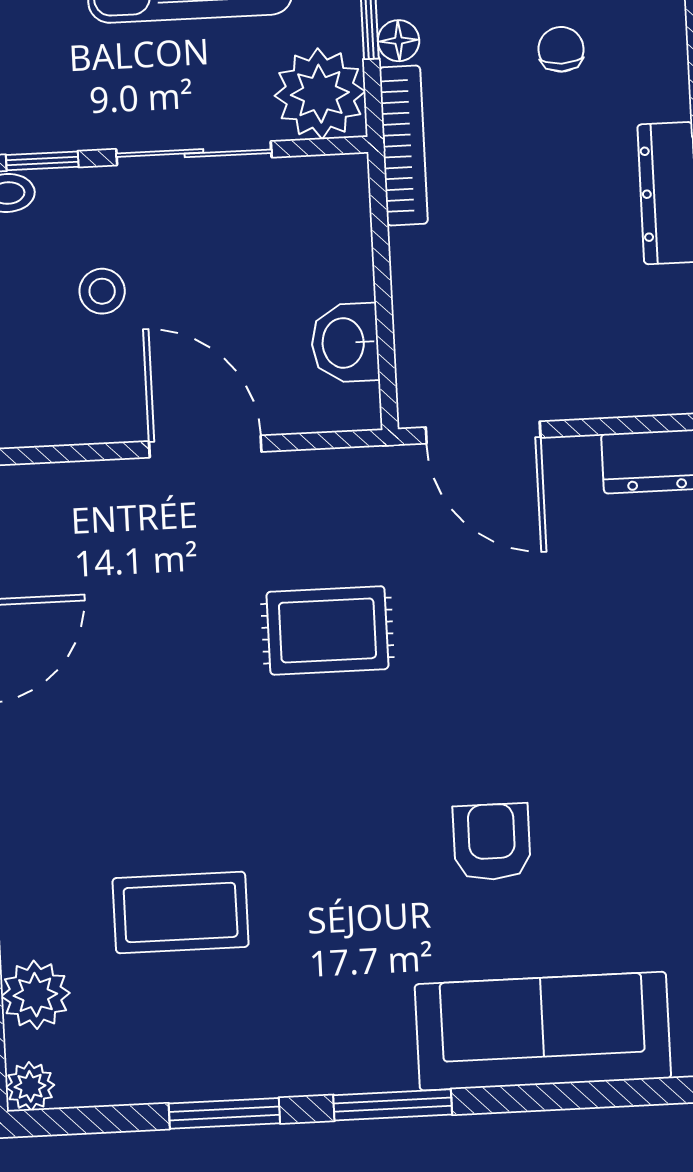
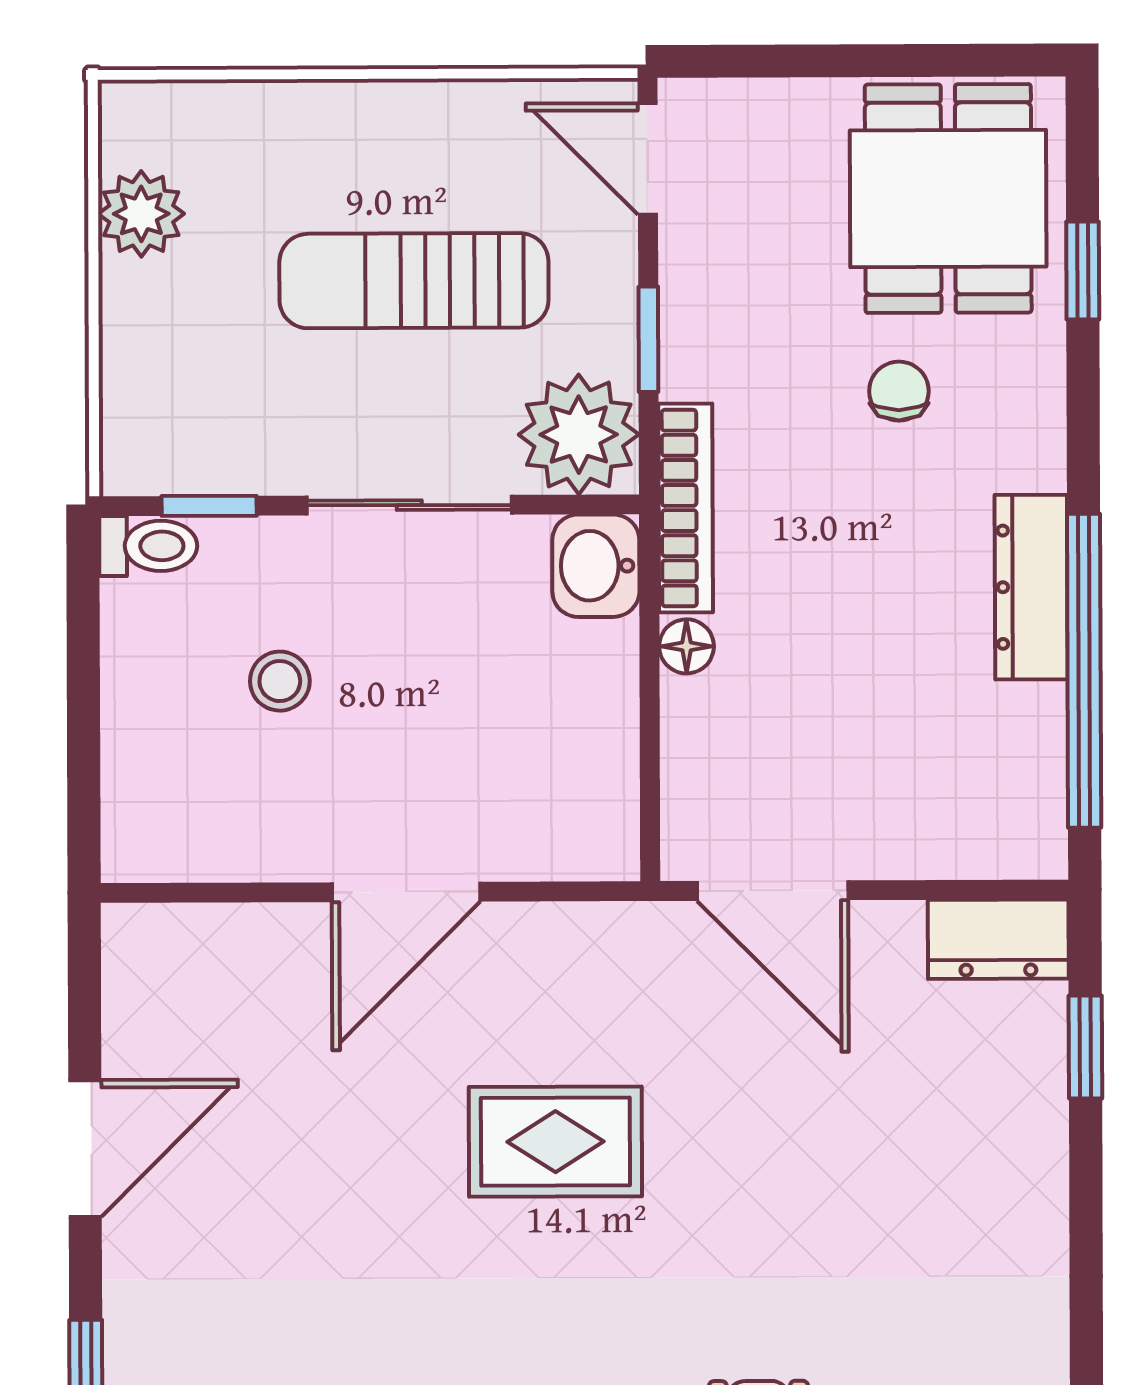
floor lamp: (399, 41) -> (687, 646), moved
washbasin: (345, 343) -> (596, 566), moved
door: (205, 447) -> (406, 892), swing flipped

